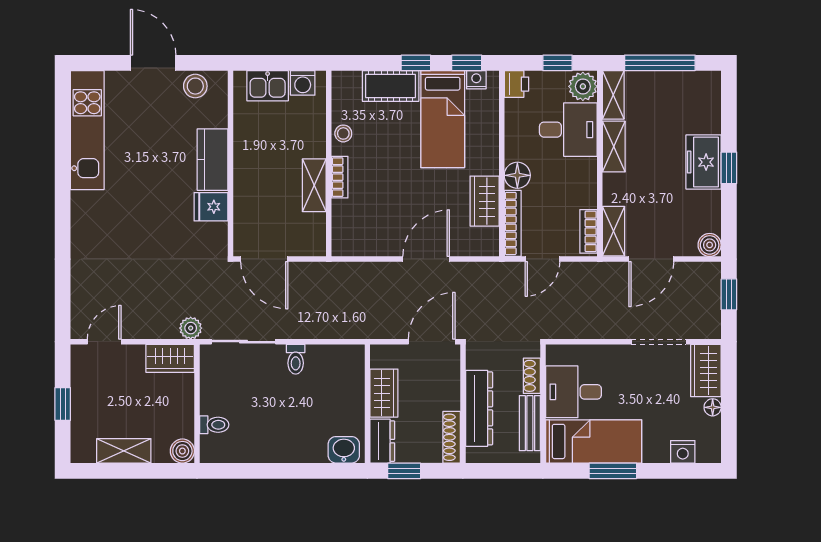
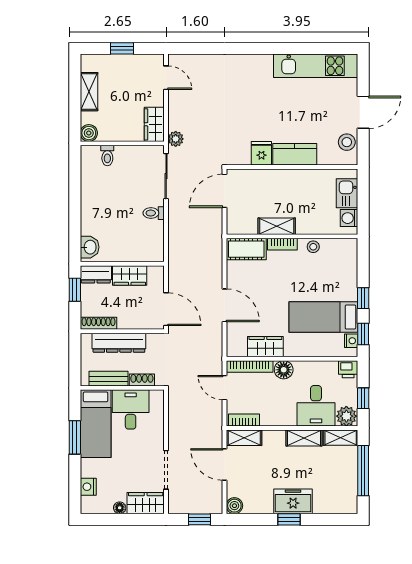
cot: (391, 86) -> (246, 249), moved, turned 90

